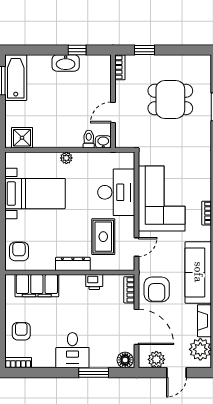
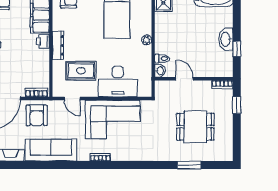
dining table: (170, 100) -> (195, 127), turned 90
printer: (94, 282) -> (43, 41), moved
armchair: (157, 289) -> (37, 115), turned -90

